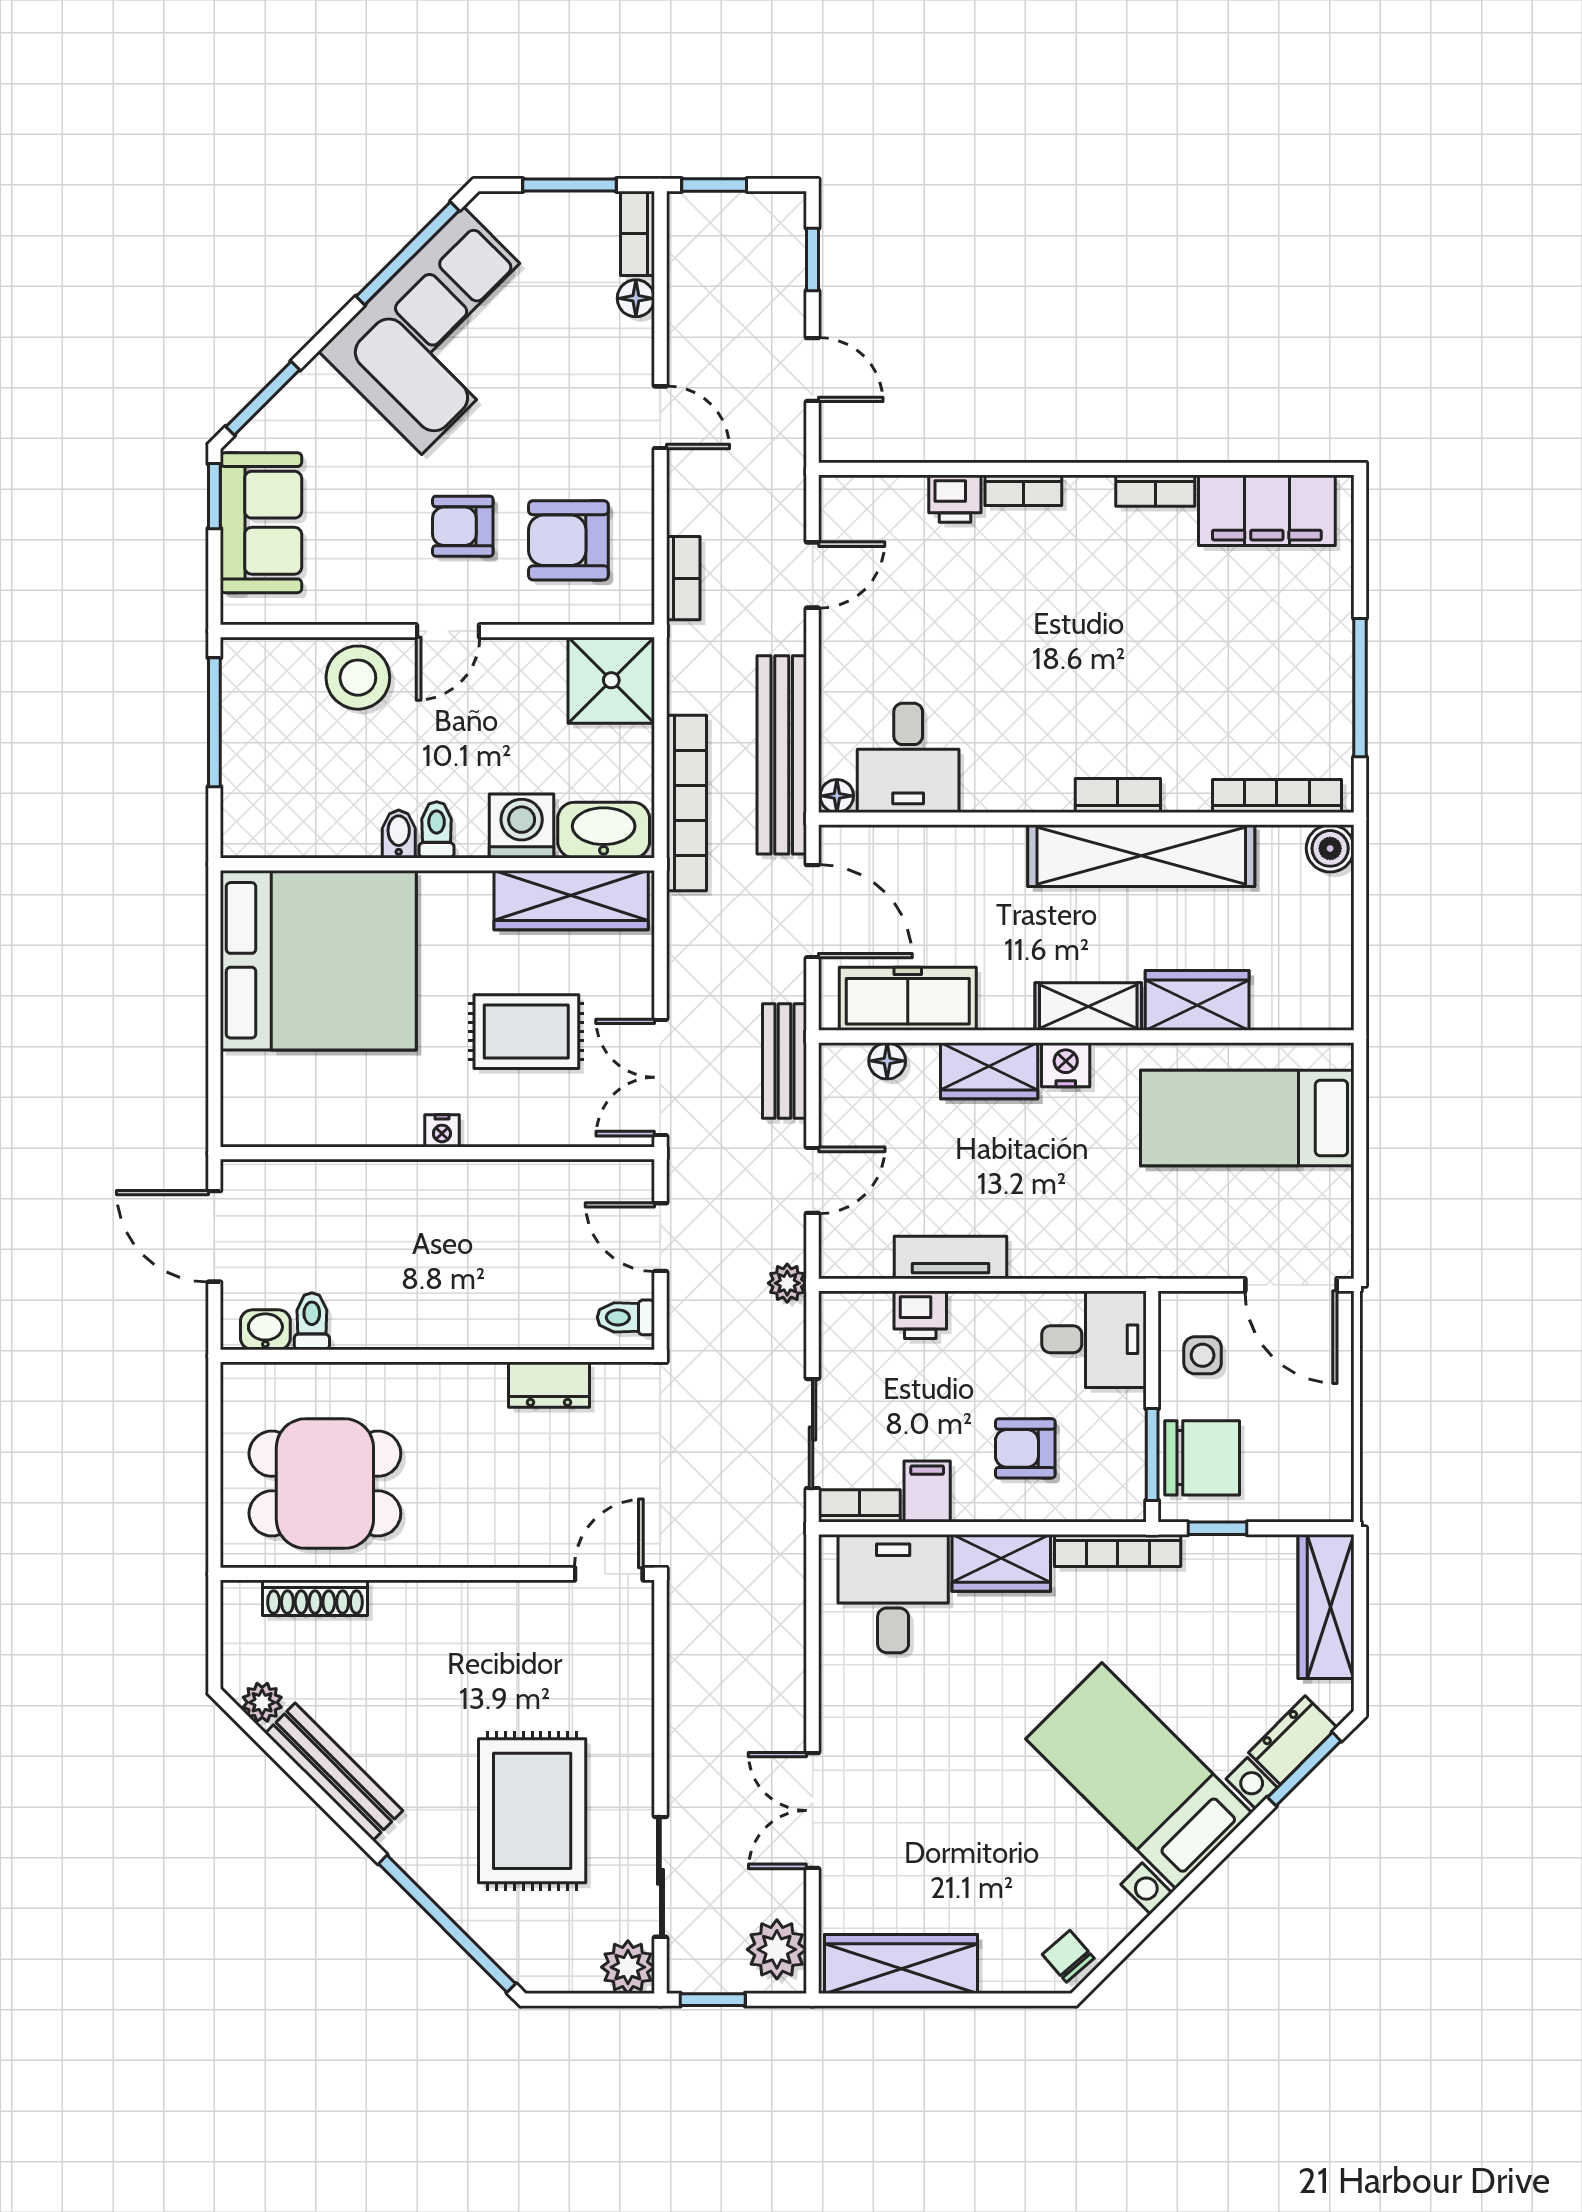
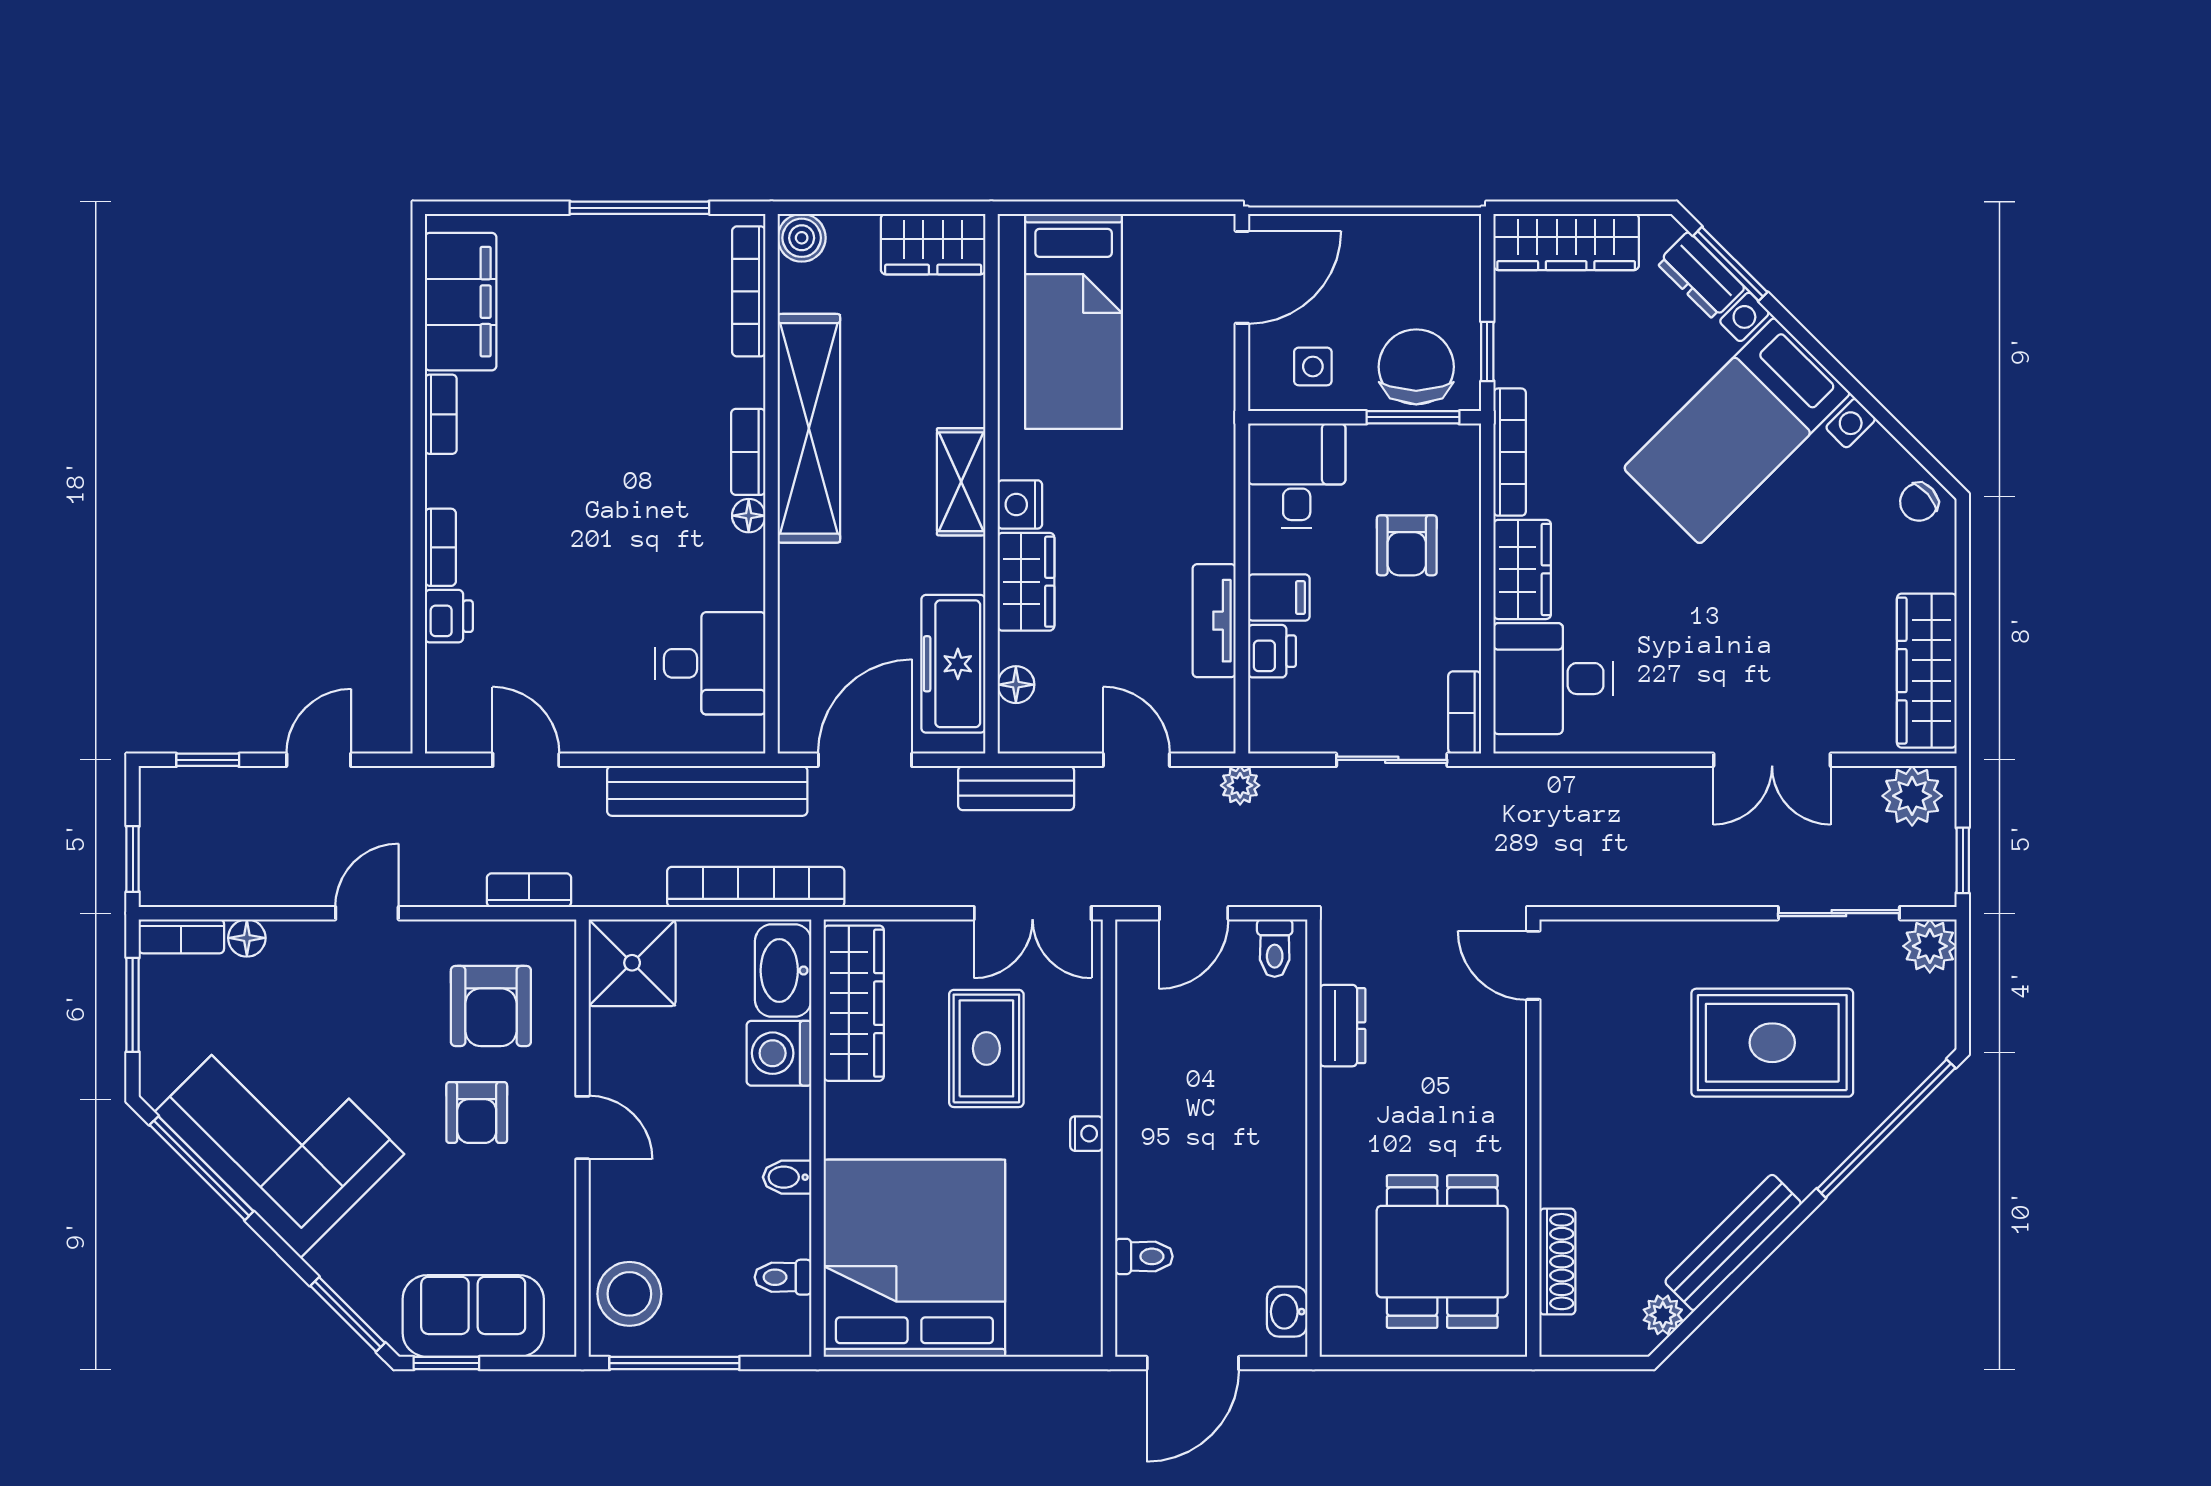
stool: (358, 678) -> (629, 1294), moved
floor lamp: (837, 796) -> (749, 516), moved
toilet: (437, 830) -> (783, 1277), moved
wardrobe: (1197, 1000) -> (933, 244), moved, turned -90
toilet: (312, 1321) -> (1144, 1256), moved, turned 180
filing cabinet: (927, 1492) -> (1279, 598), moved, turned 180

